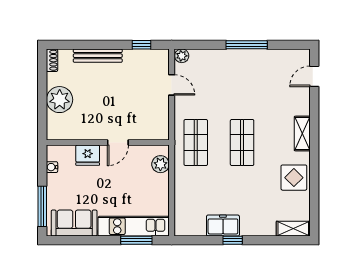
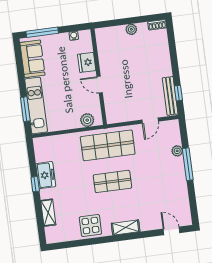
window: (247, 45) -> (188, 164), moved
bench: (98, 56) -> (170, 96), moved
plant: (182, 56) -> (177, 151), moved
plant: (60, 100) -> (131, 29), width x0.53, depth x0.53
shop shelf: (196, 143) -> (108, 145), width x1.43, depth x1.36
shelving: (293, 229) -> (48, 213), moved

